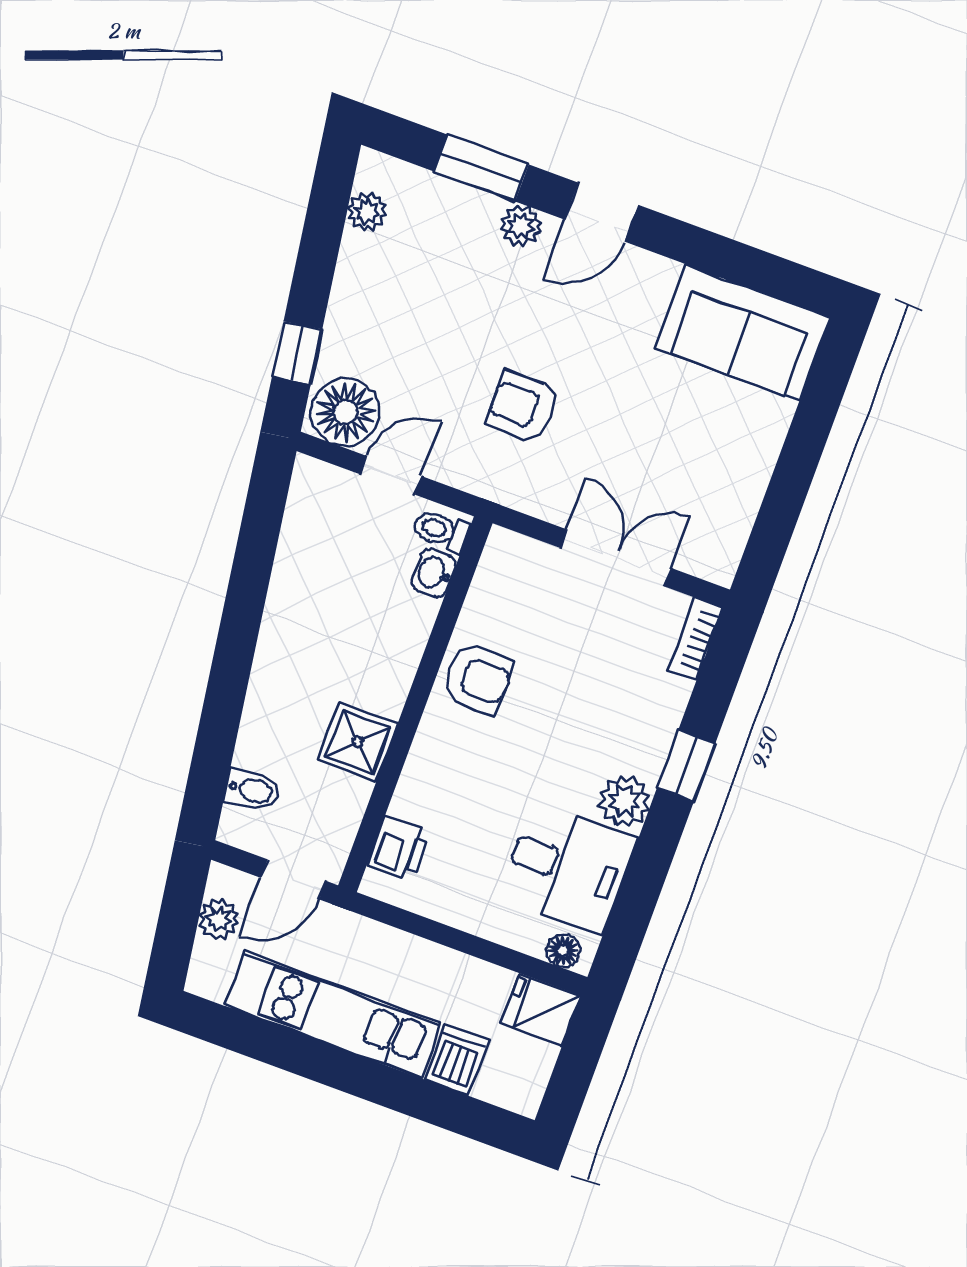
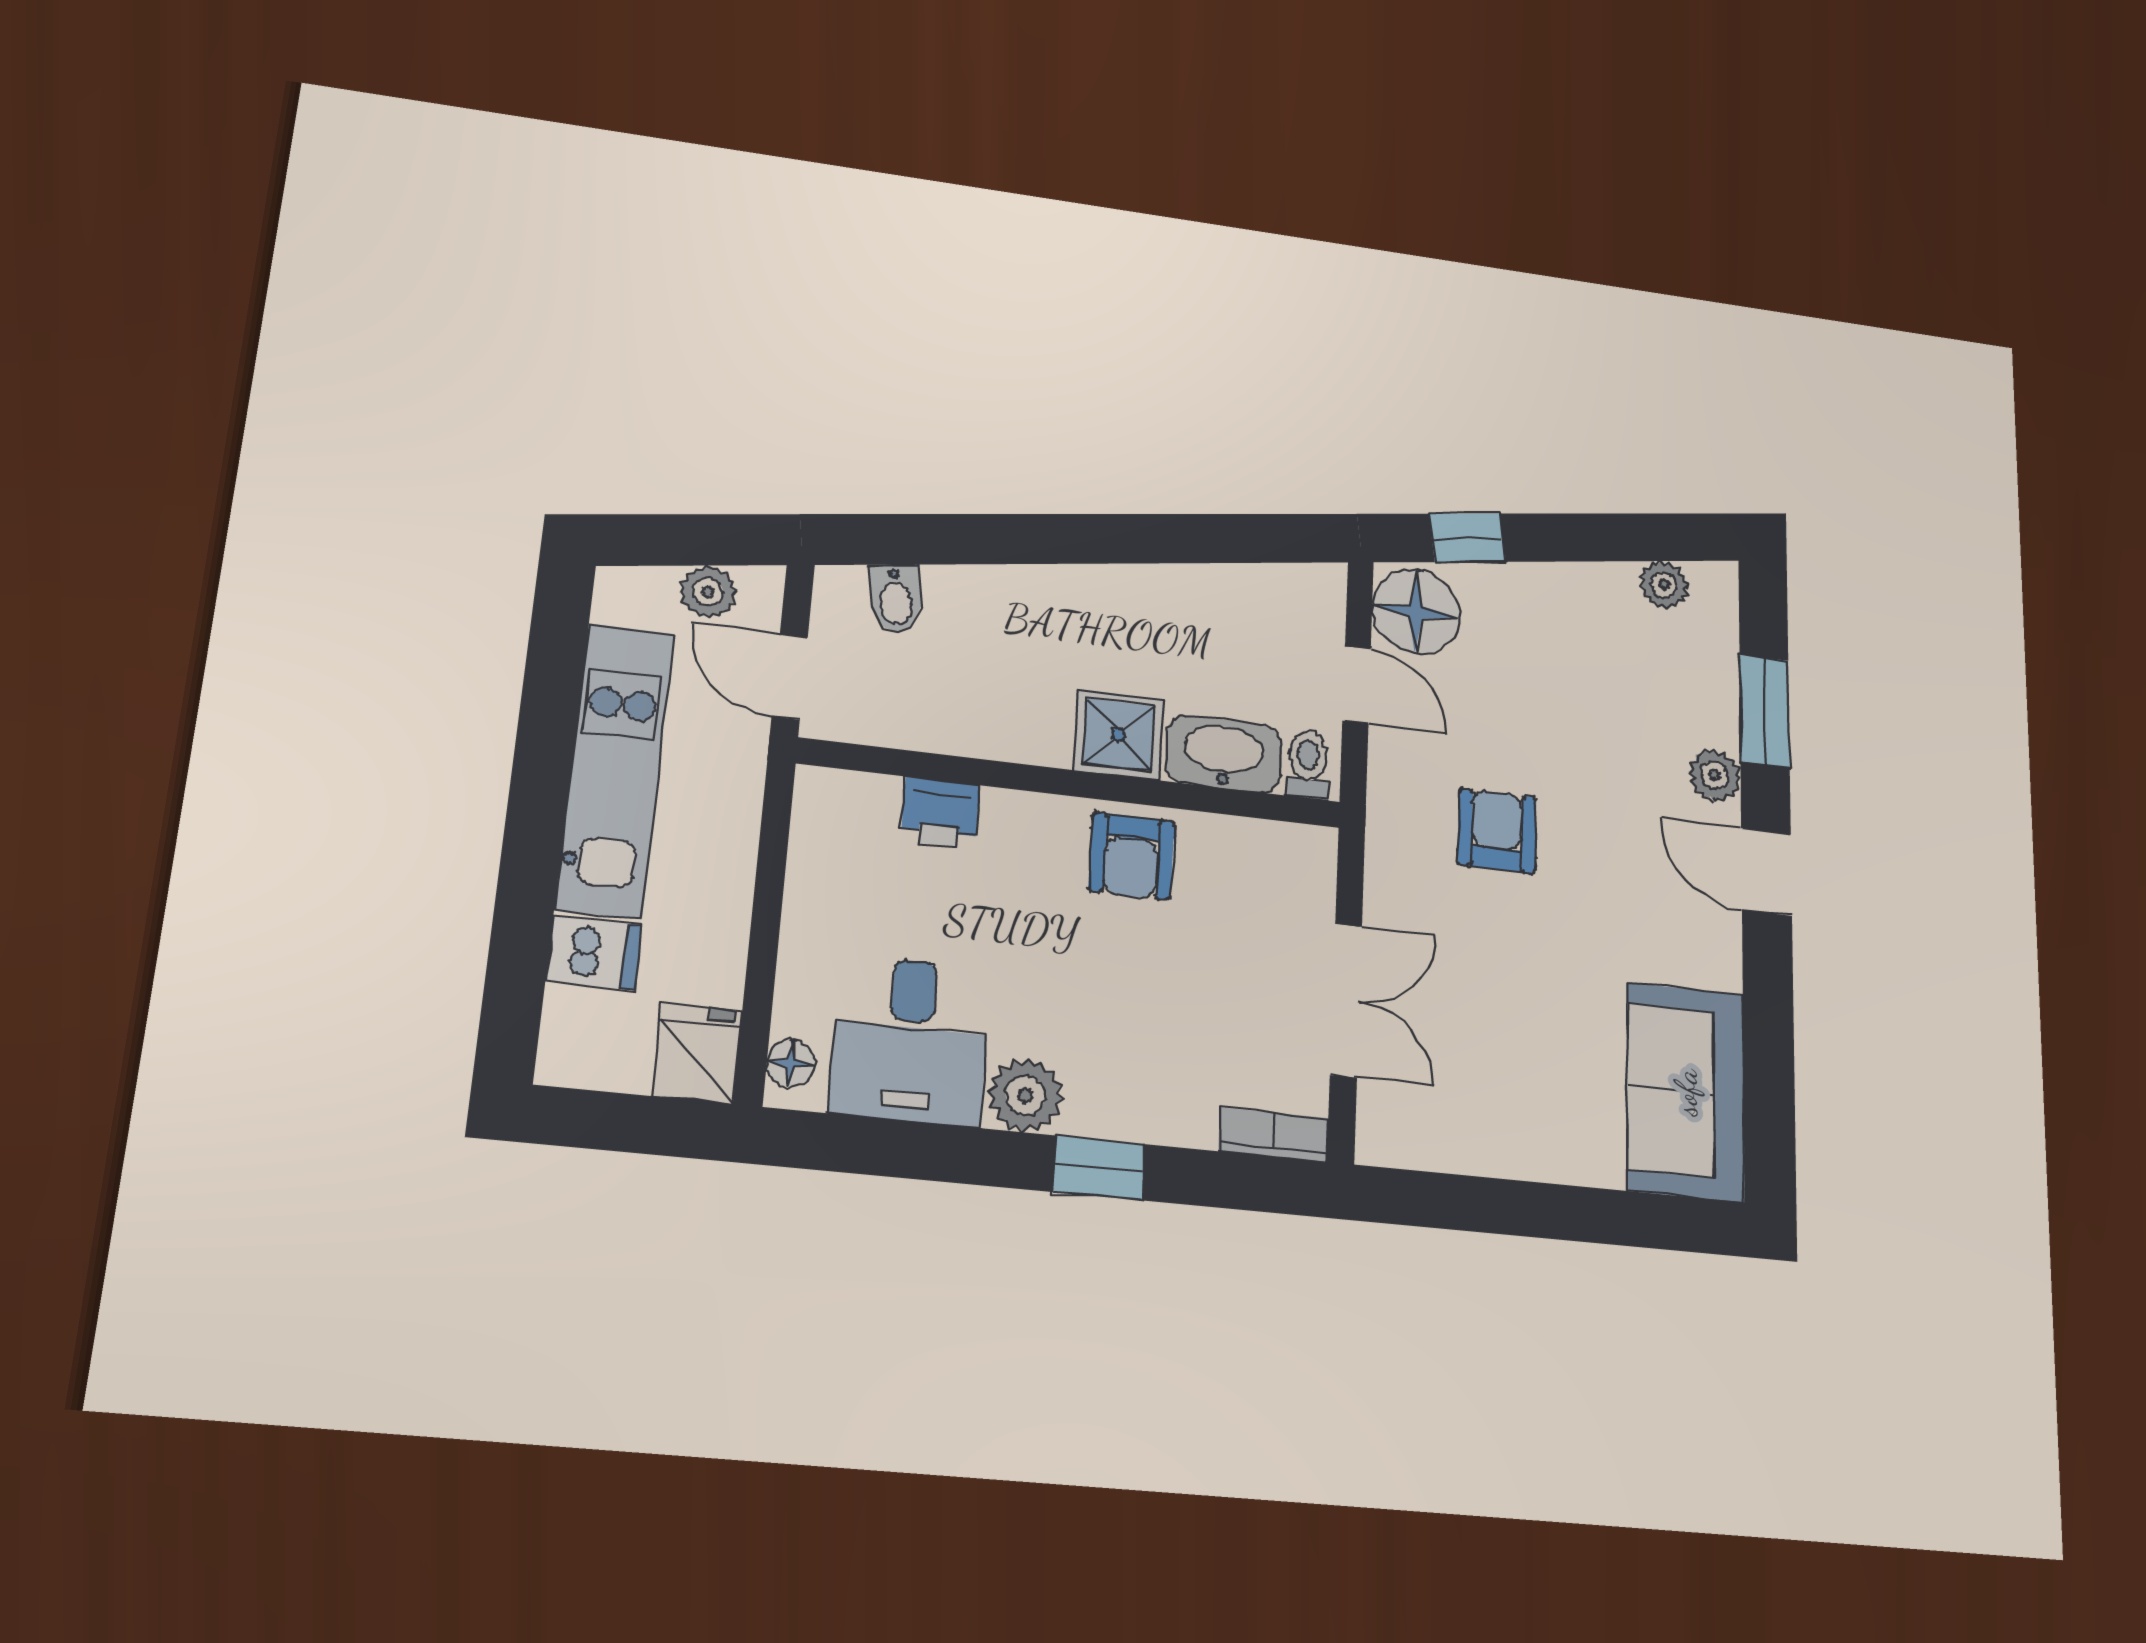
washbasin: (434, 573) -> (1224, 754), width x1.91, depth x1.45
shower: (358, 742) -> (1119, 735), moved
printer: (398, 849) -> (940, 813), moved

